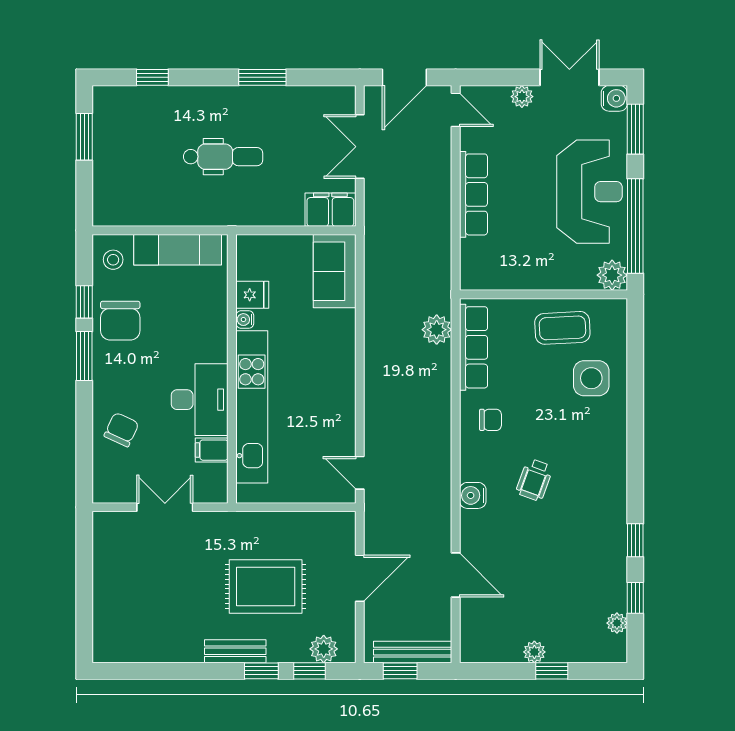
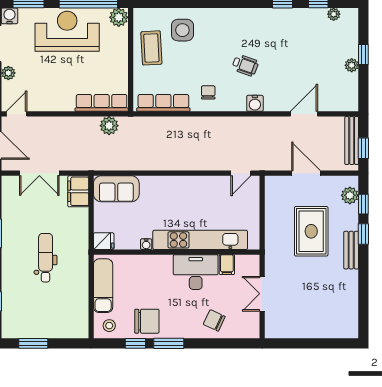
row of seats: (473, 194) -> (102, 103), moved
fridge: (252, 295) -> (104, 241), moved, turned 90
plant: (437, 330) -> (109, 126), moved

